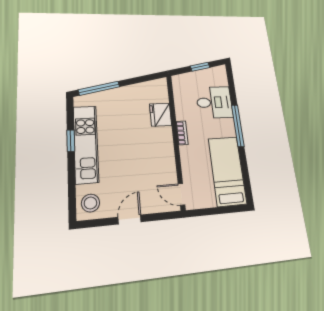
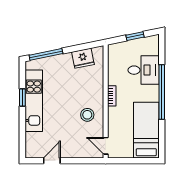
fridge: (161, 115) -> (83, 58), moved, turned -102
window: (238, 126) -> (162, 92), width x1.46
stool: (90, 203) -> (87, 115), moved
door: (130, 220) -> (52, 161), moved

